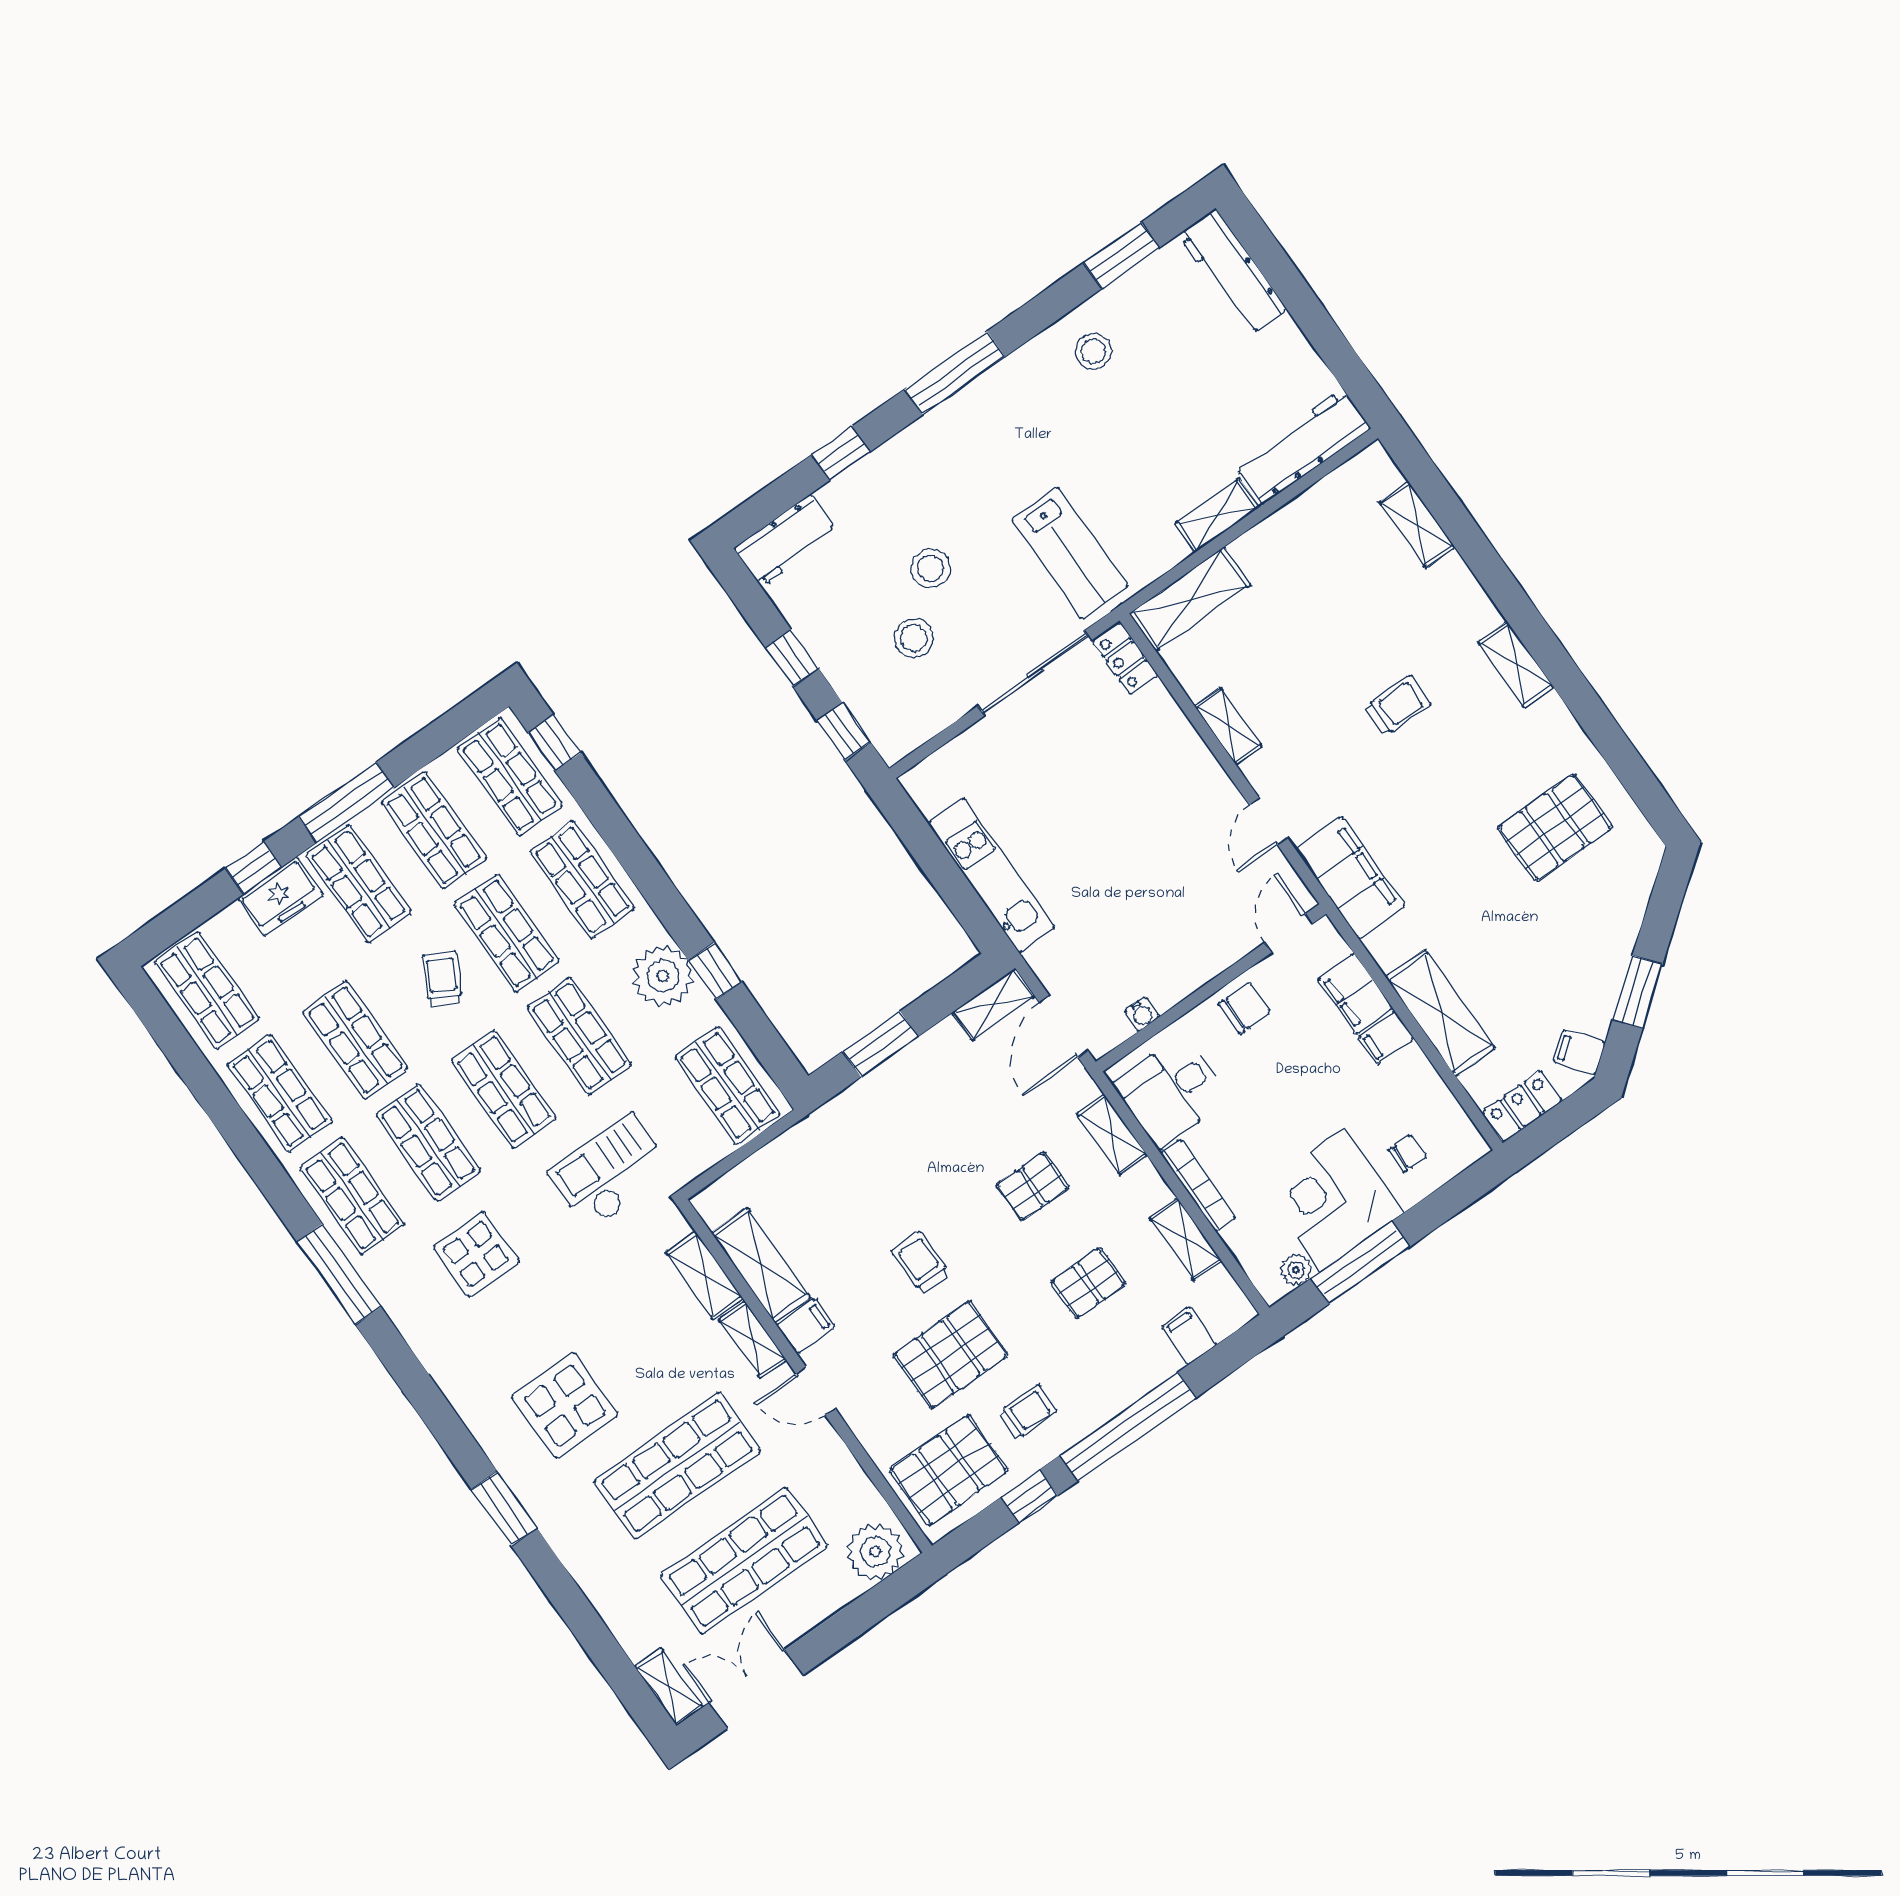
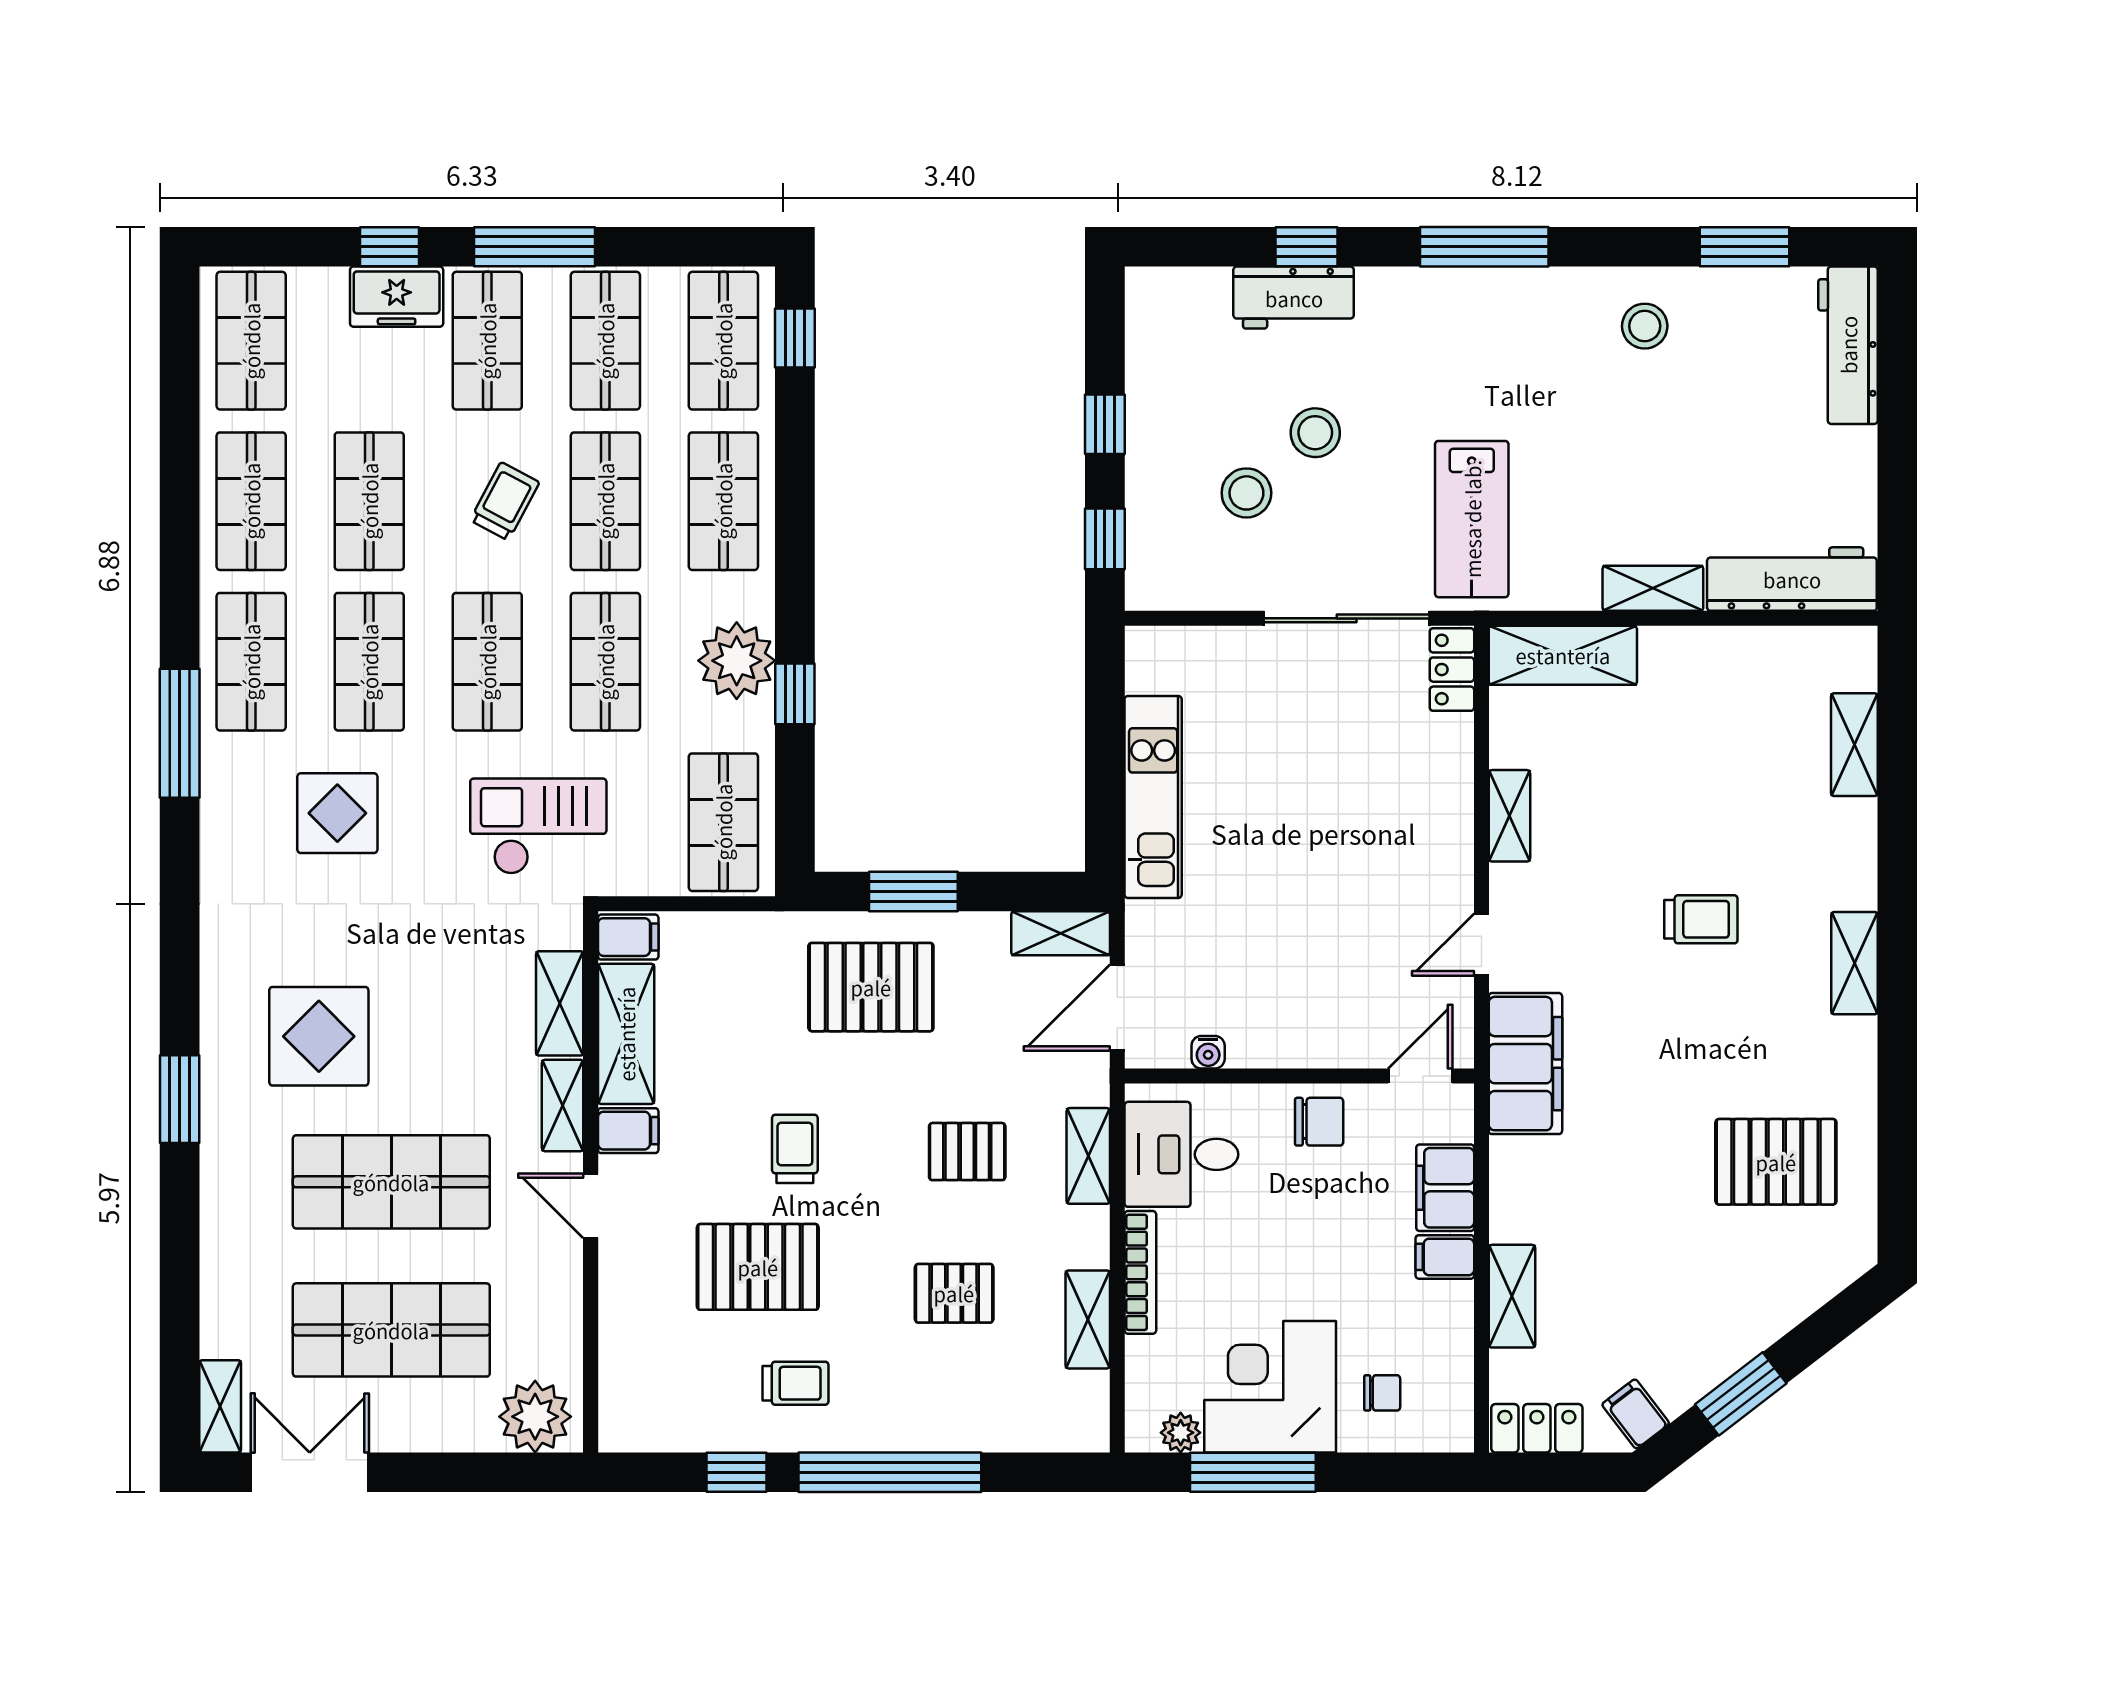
workbench: (786, 541) -> (1294, 298), moved
shelving: (1440, 1013) -> (1512, 1296), width x0.67, depth x0.75
filing cabinet: (1189, 1336) -> (628, 937), moved, turned 90
pallet: (949, 1470) -> (871, 987), moved

